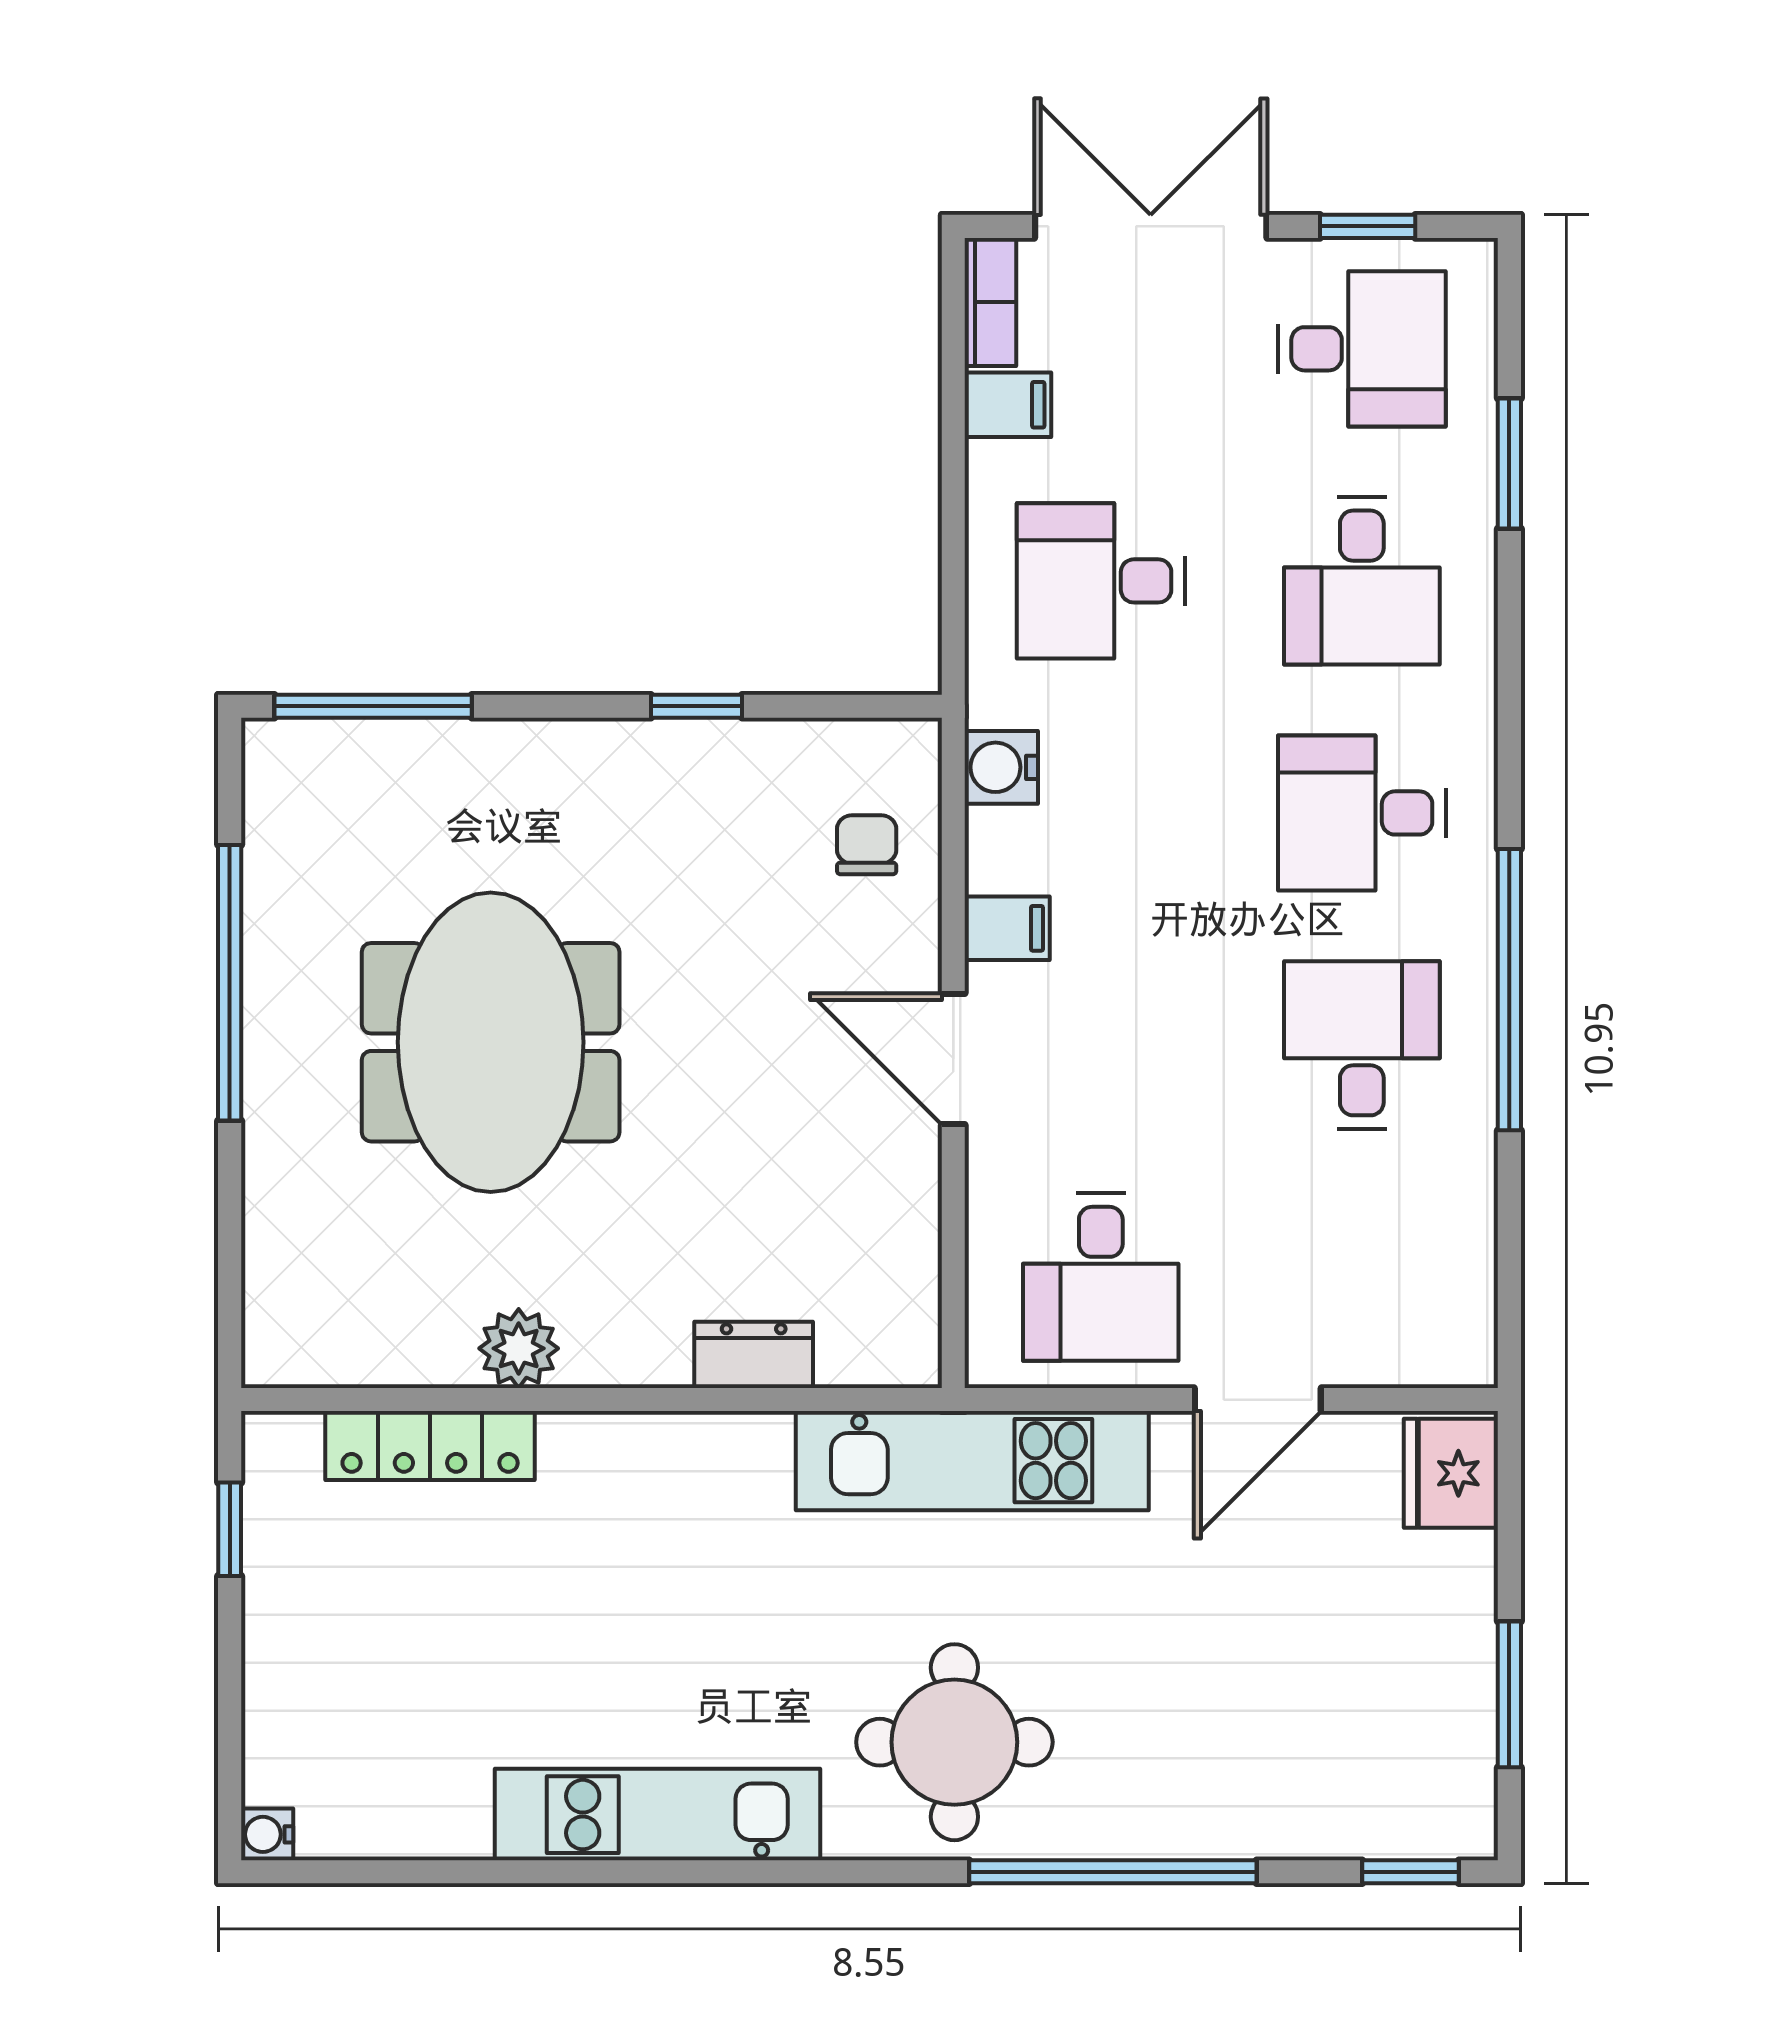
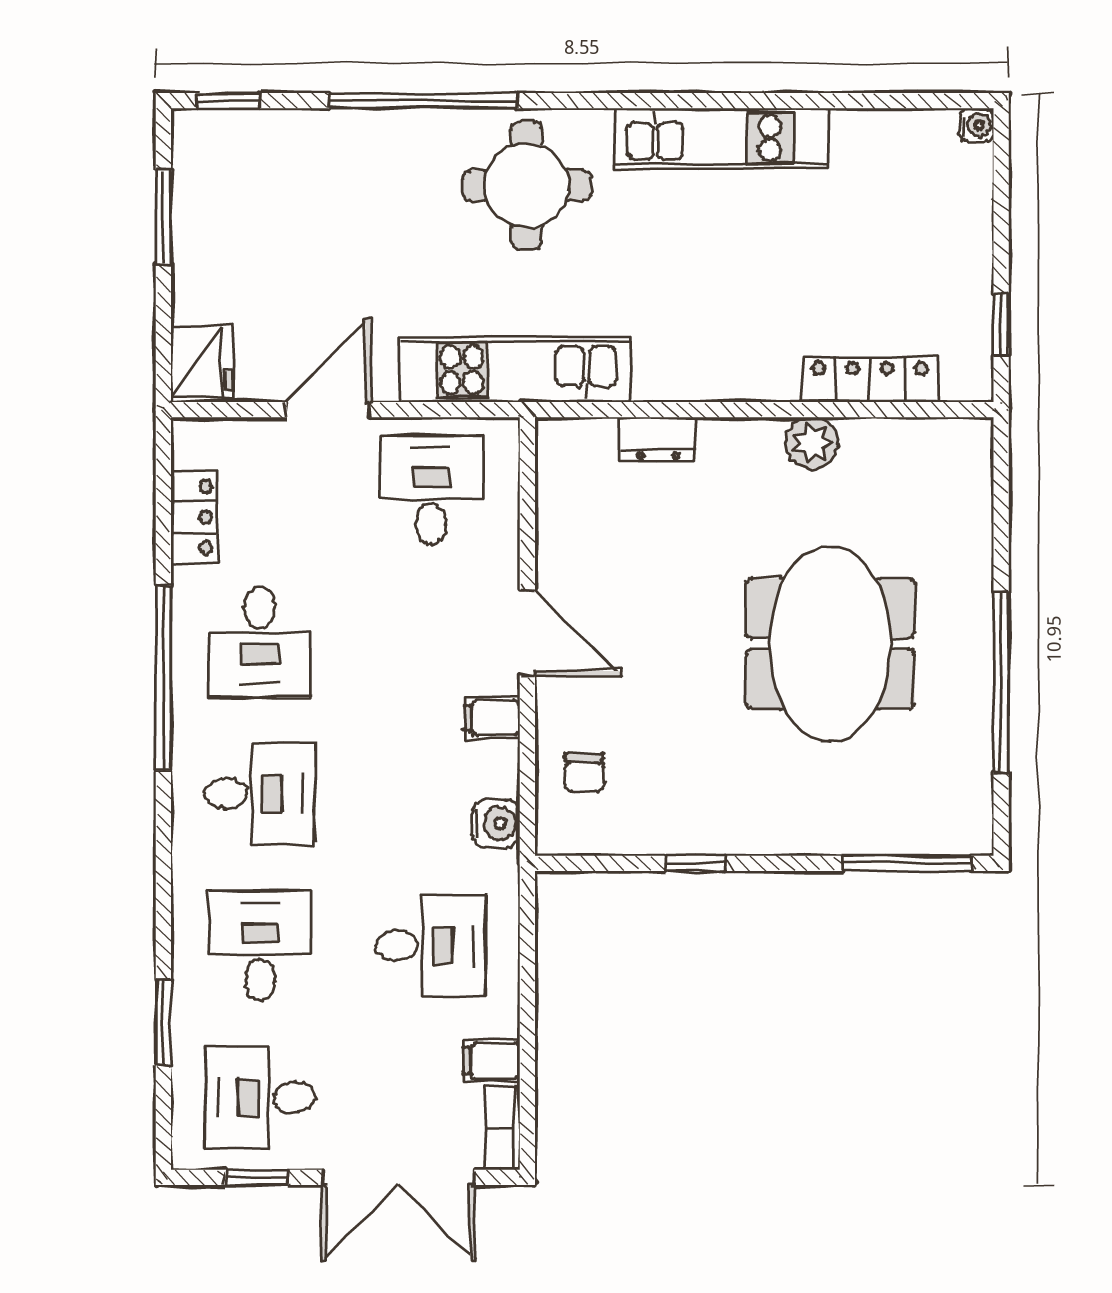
locker: (1462, 1235) -> (194, 517), added

